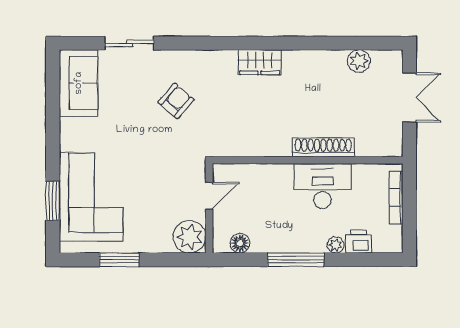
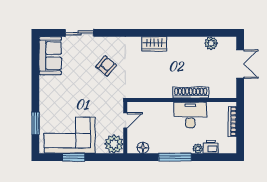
corner sofa: (91, 197) -> (70, 135), moved, turned -90

